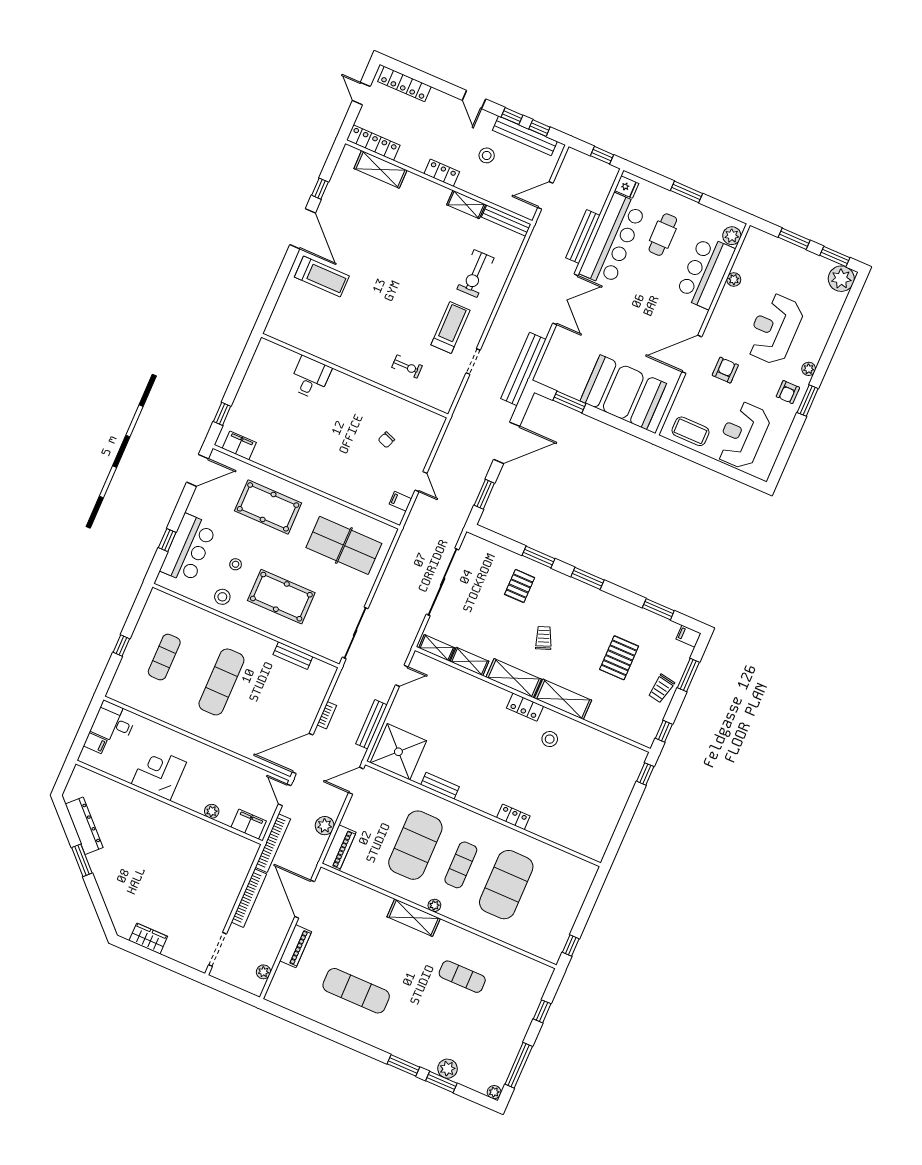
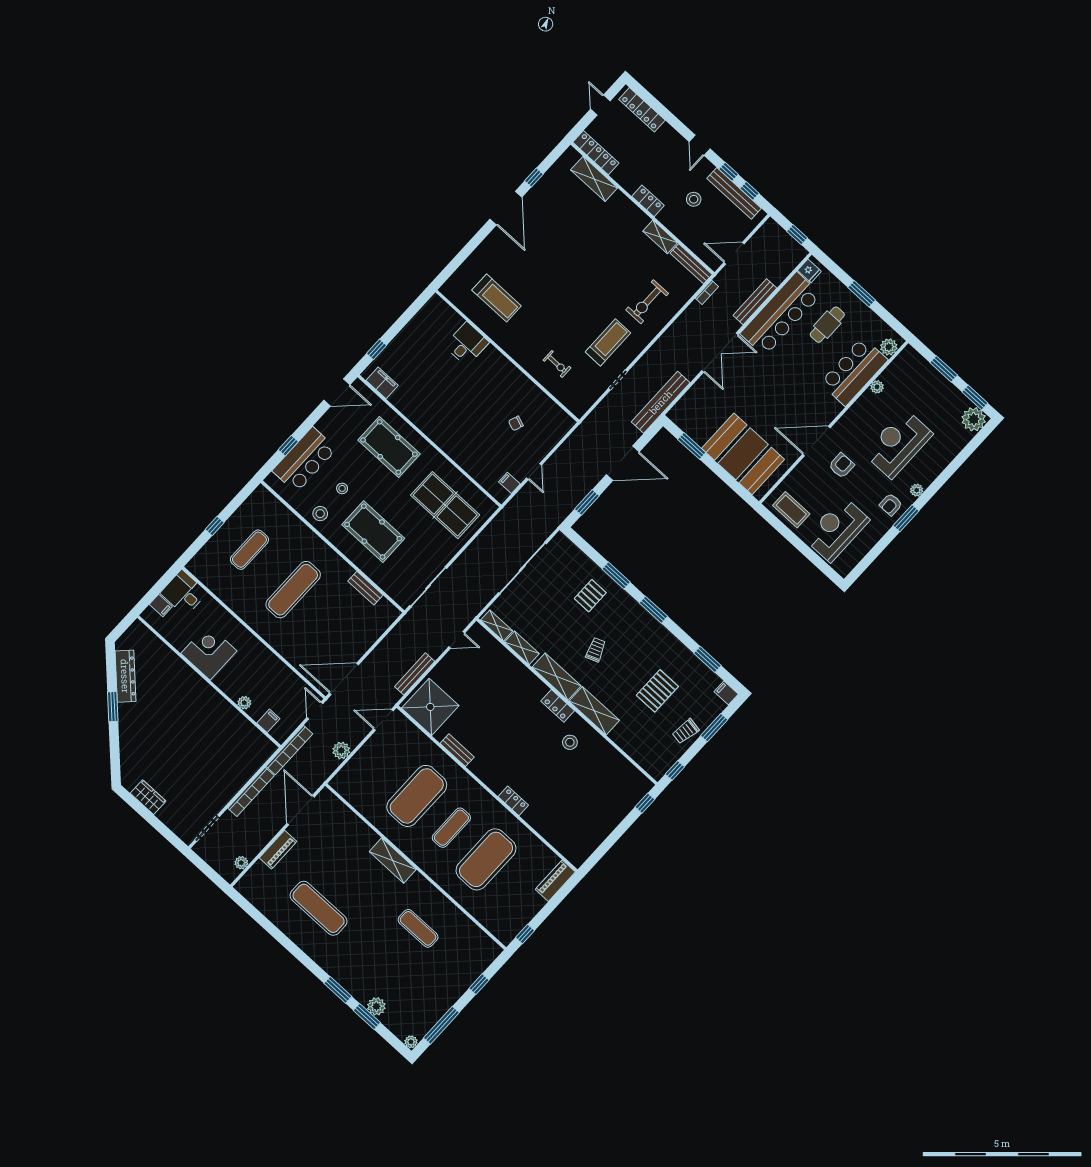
treadmill: (322, 276) -> (497, 298), moved
bookcase: (327, 715) -> (707, 292), moved
filing cabinet: (249, 824) -> (268, 721), width x0.50
piano: (339, 848) -> (555, 881), moved, turned 180
plant: (434, 905) -> (415, 856), removed

